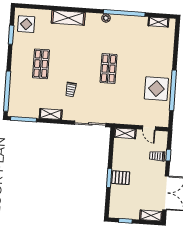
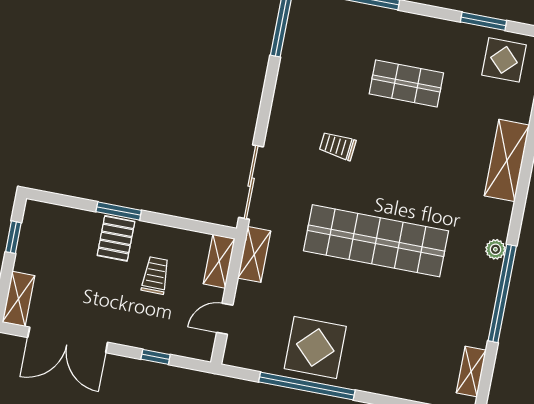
shop shelf: (109, 69) -> (376, 241), width x2.00, depth x1.36
shelving: (51, 114) -> (254, 254), moved
trolley: (157, 156) -> (155, 275), moved

